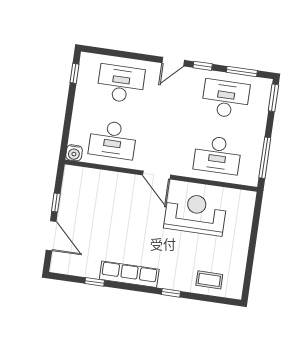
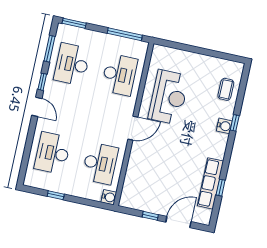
window: (74, 73) -> (56, 195), moved
reception desk: (195, 214) -> (169, 97), turned 180
row of seats: (129, 274) -> (210, 183), moved
water cooler: (167, 281) -> (224, 126), added

